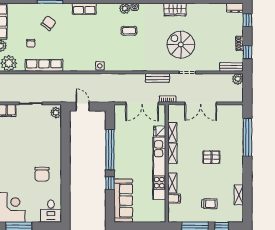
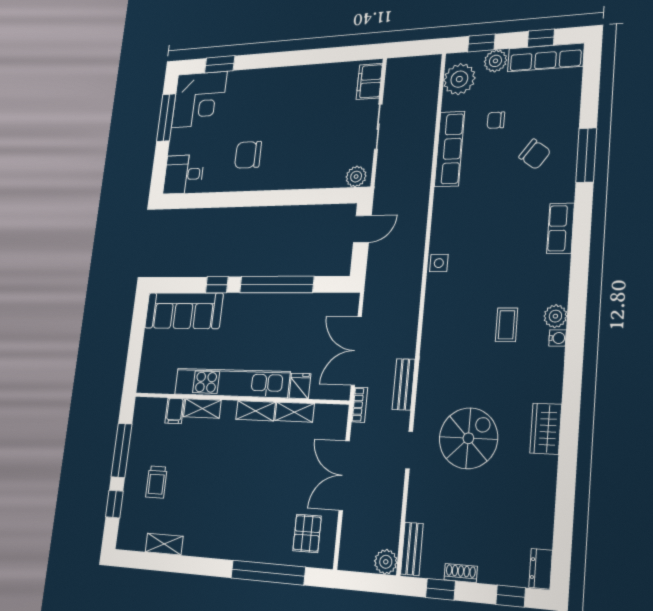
pallet: (211, 157) -> (307, 533), moved

